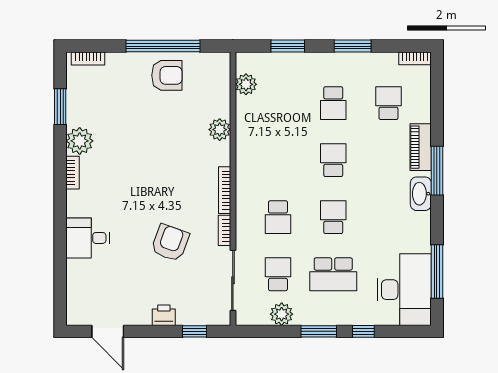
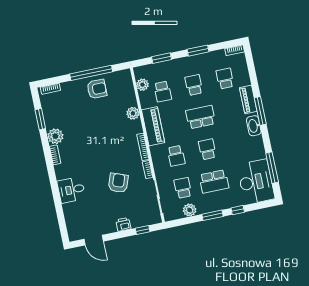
school desk: (278, 103) -> (163, 92), added
school desk: (333, 103) -> (194, 85), turned 180
piano: (249, 159) -> (153, 126), added
school desk: (333, 160) -> (201, 117), width x1.85

